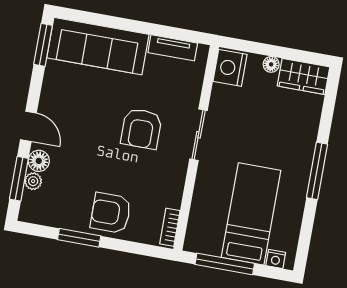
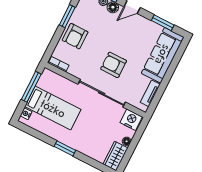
window: (43, 45) -> (163, 23), moved
sliding door: (199, 135) -> (102, 93), width x1.86
window: (317, 171) -> (65, 148), width x0.69
armchair: (111, 213) -> (75, 36), turned 180

